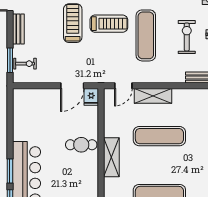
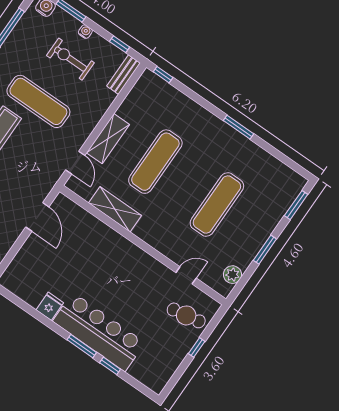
fridge: (91, 97) -> (50, 306), moved, turned -90
cafe table: (81, 145) -> (107, 251), removed
shelving: (111, 157) -> (115, 209), moved

